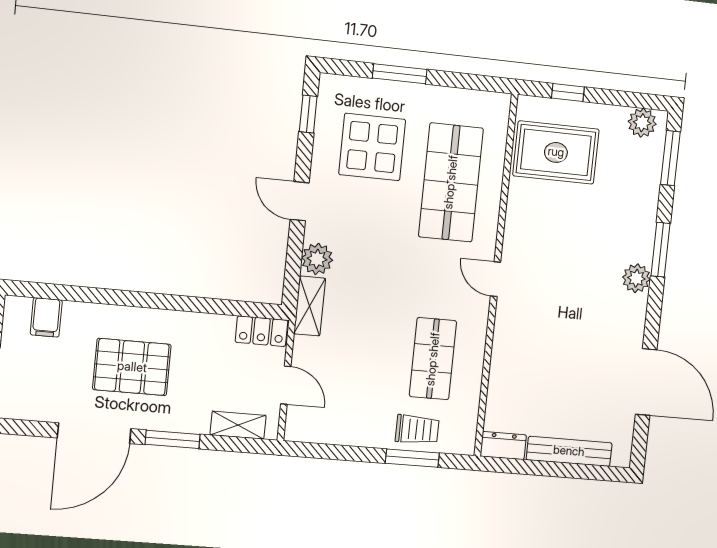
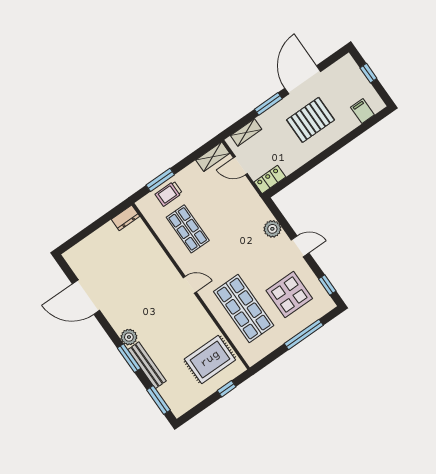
window: (400, 74) -> (304, 334), width x1.44
plant: (642, 123) -> (184, 404), removed
shelving: (310, 306) -> (213, 157), moved, turned 90
bench: (569, 451) -> (147, 365), moved, turned 90

